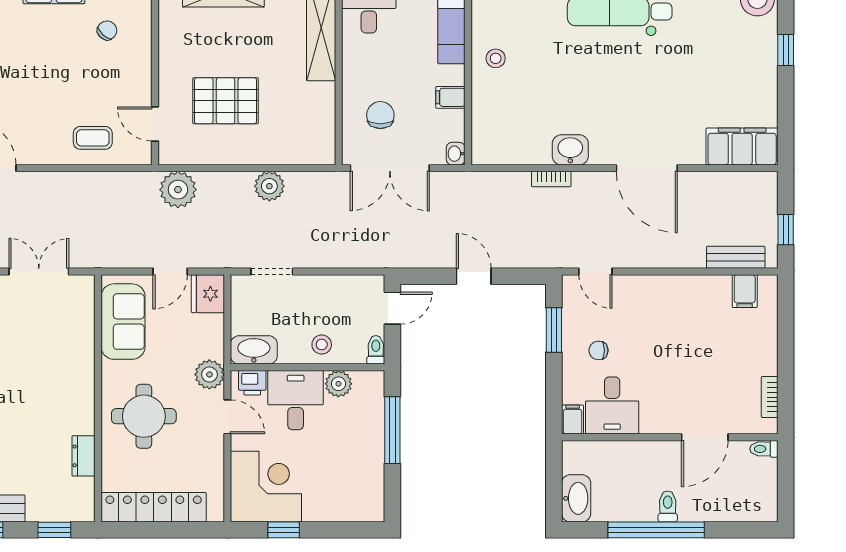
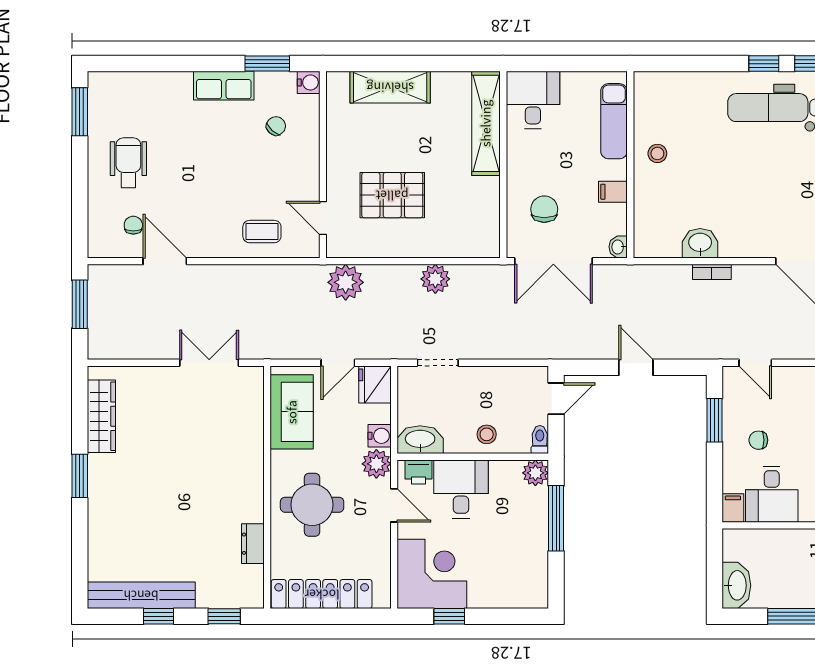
washbasin: (570, 150) -> (700, 243), moved
water cooler: (213, 346) -> (380, 436), added
plant: (338, 384) -> (535, 473), moved

